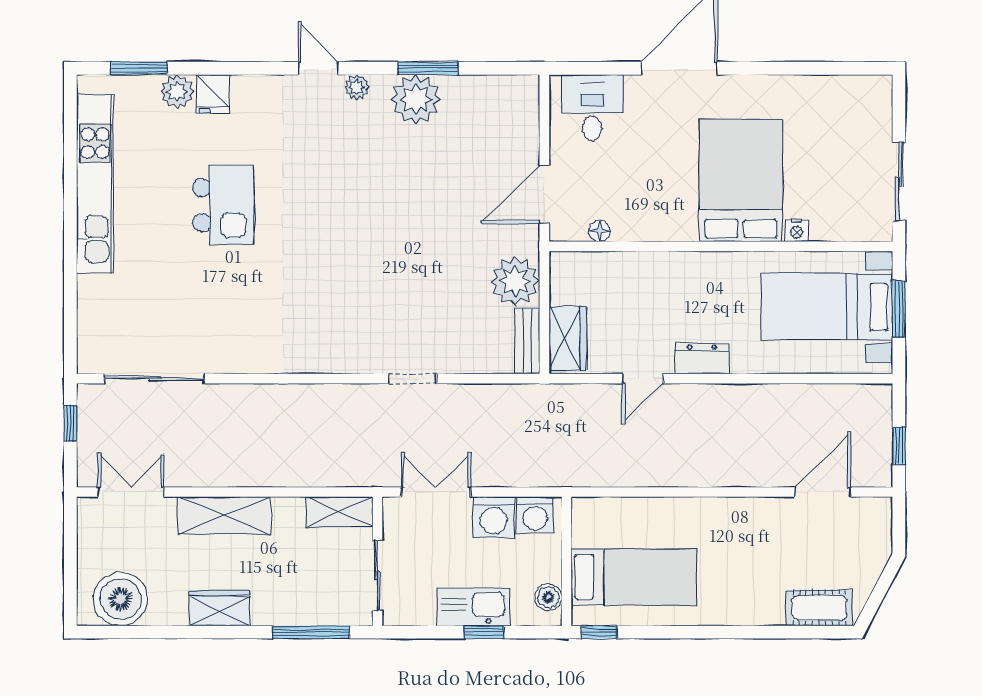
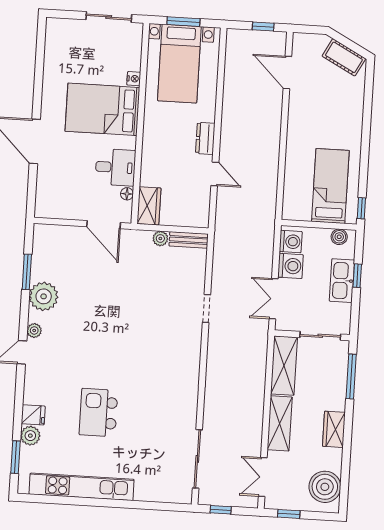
window: (428, 68) -> (27, 272), moved
desk: (592, 108) -> (115, 167), moved, turned 180
kitchen island: (223, 205) -> (99, 413), turned -90
plant: (515, 281) -> (160, 238), width x0.53, depth x0.53
wardrobe: (568, 339) -> (149, 206), moved, turned 90
shelving: (340, 512) -> (284, 366), width x1.50, depth x1.33
window: (70, 540) -> (289, 514), added
cot: (819, 608) -> (344, 57), moved, turned -62

